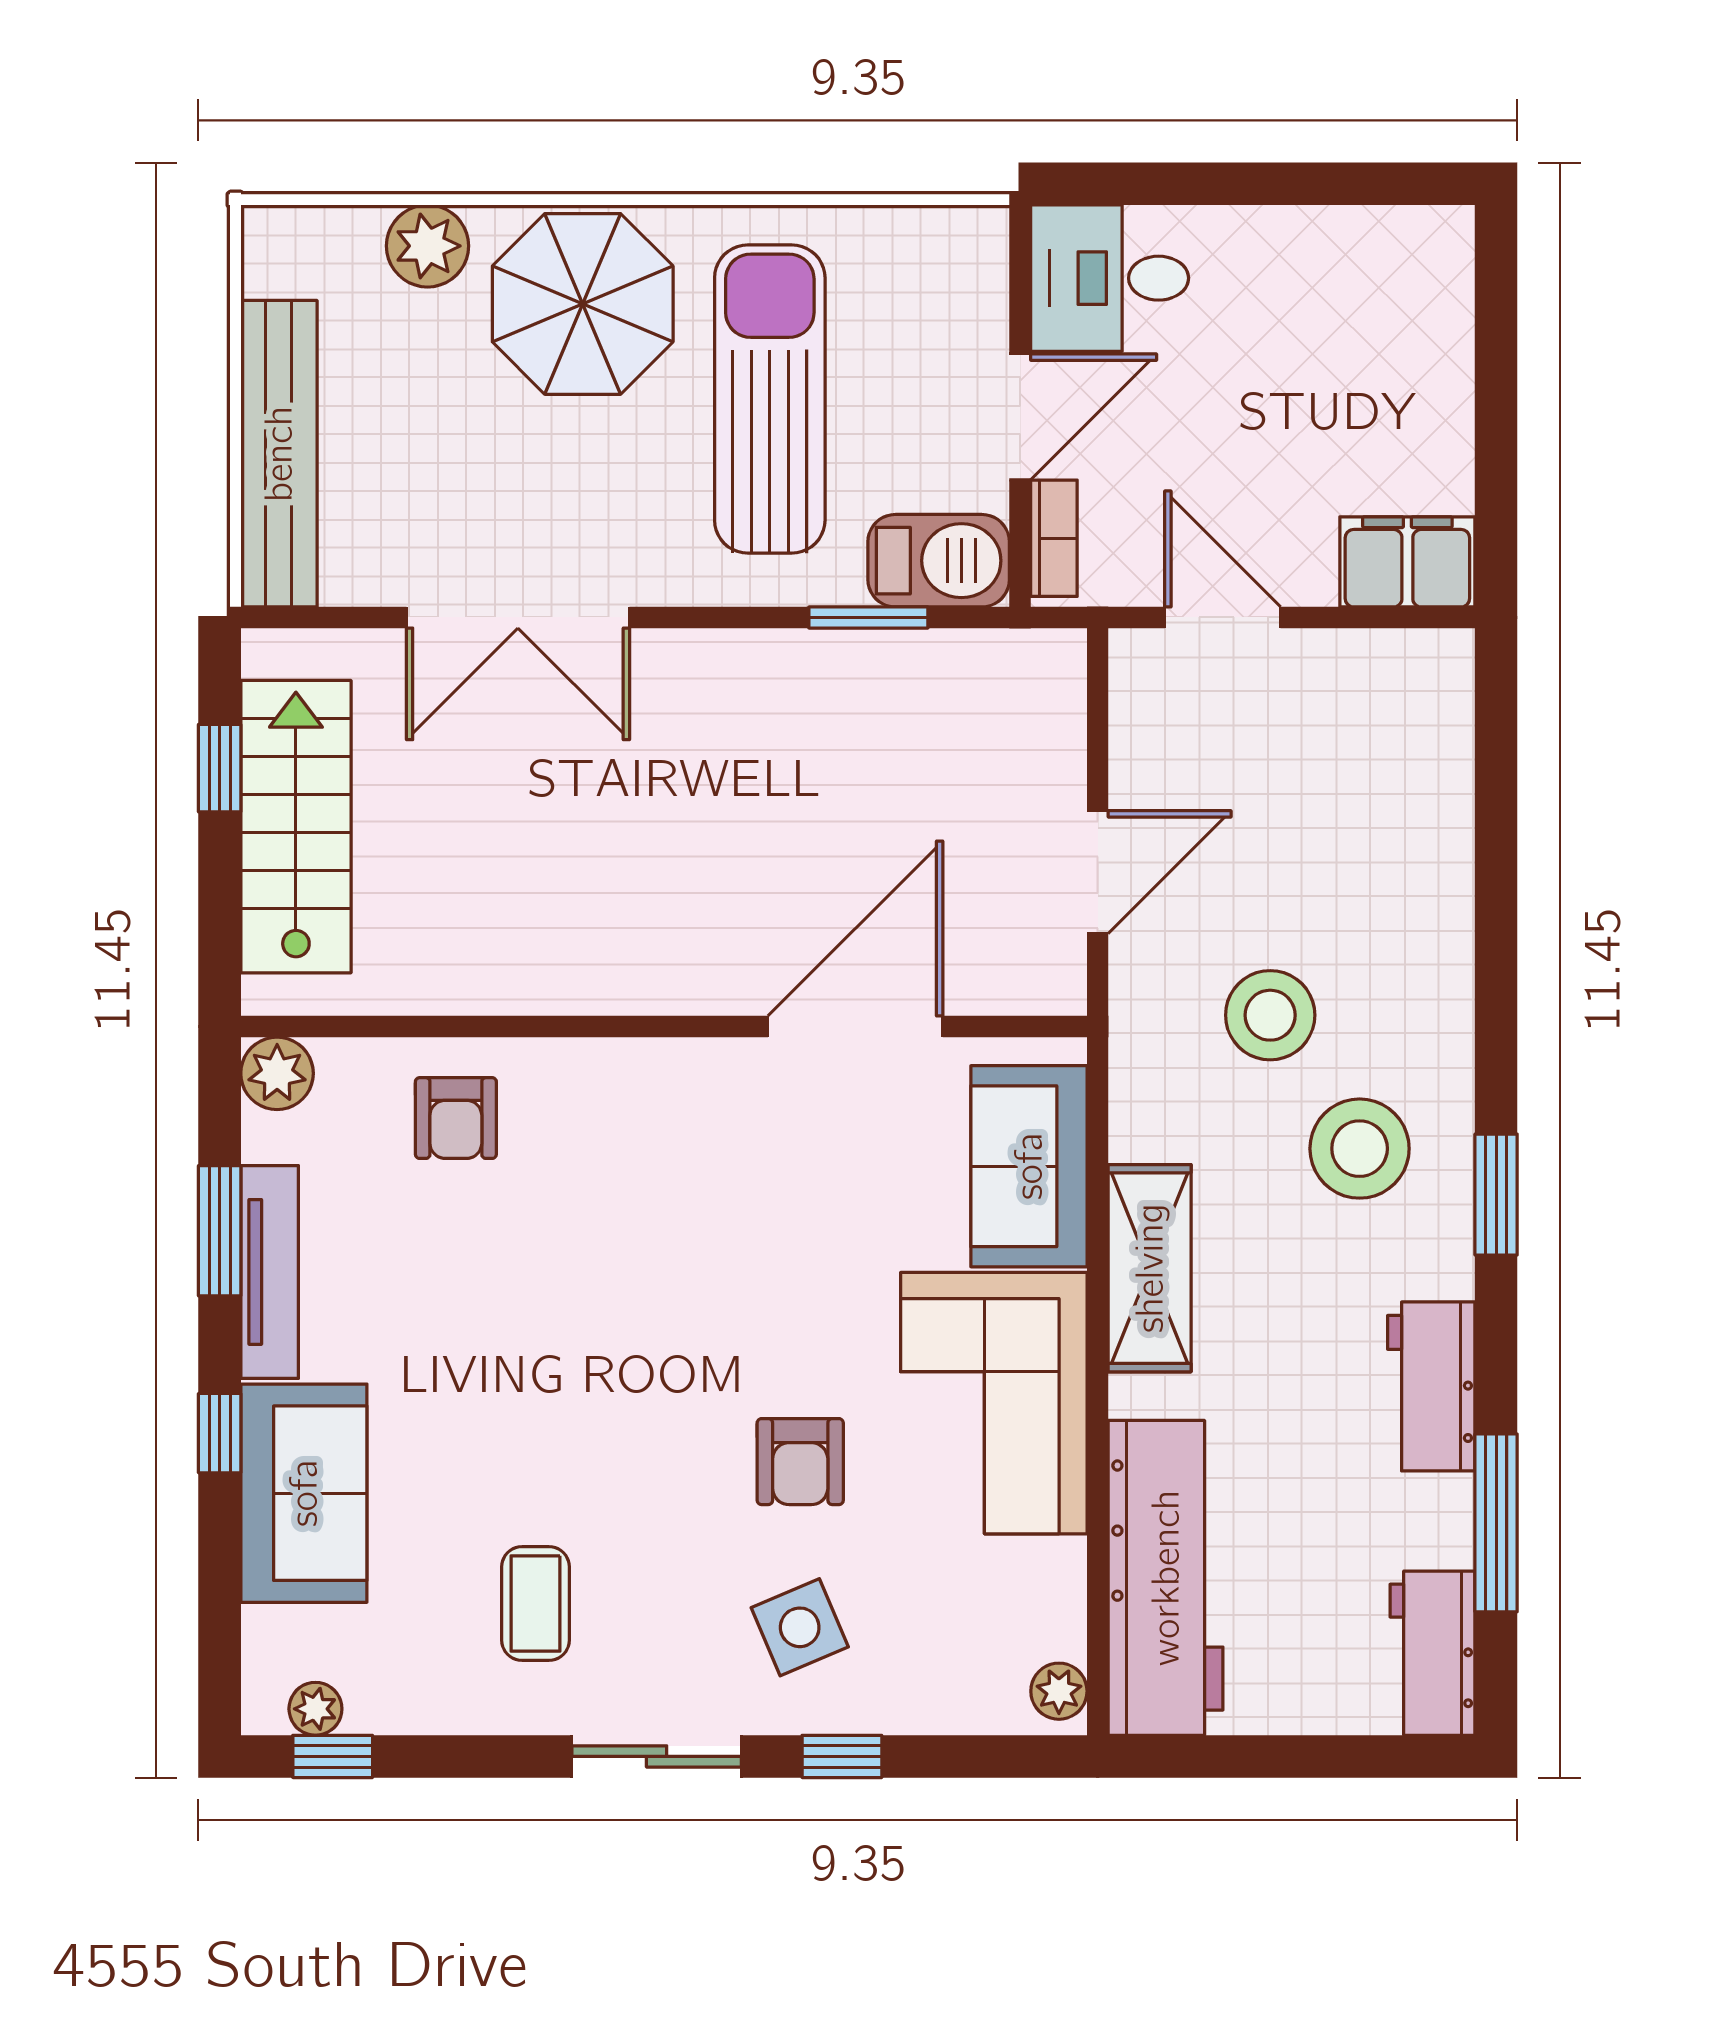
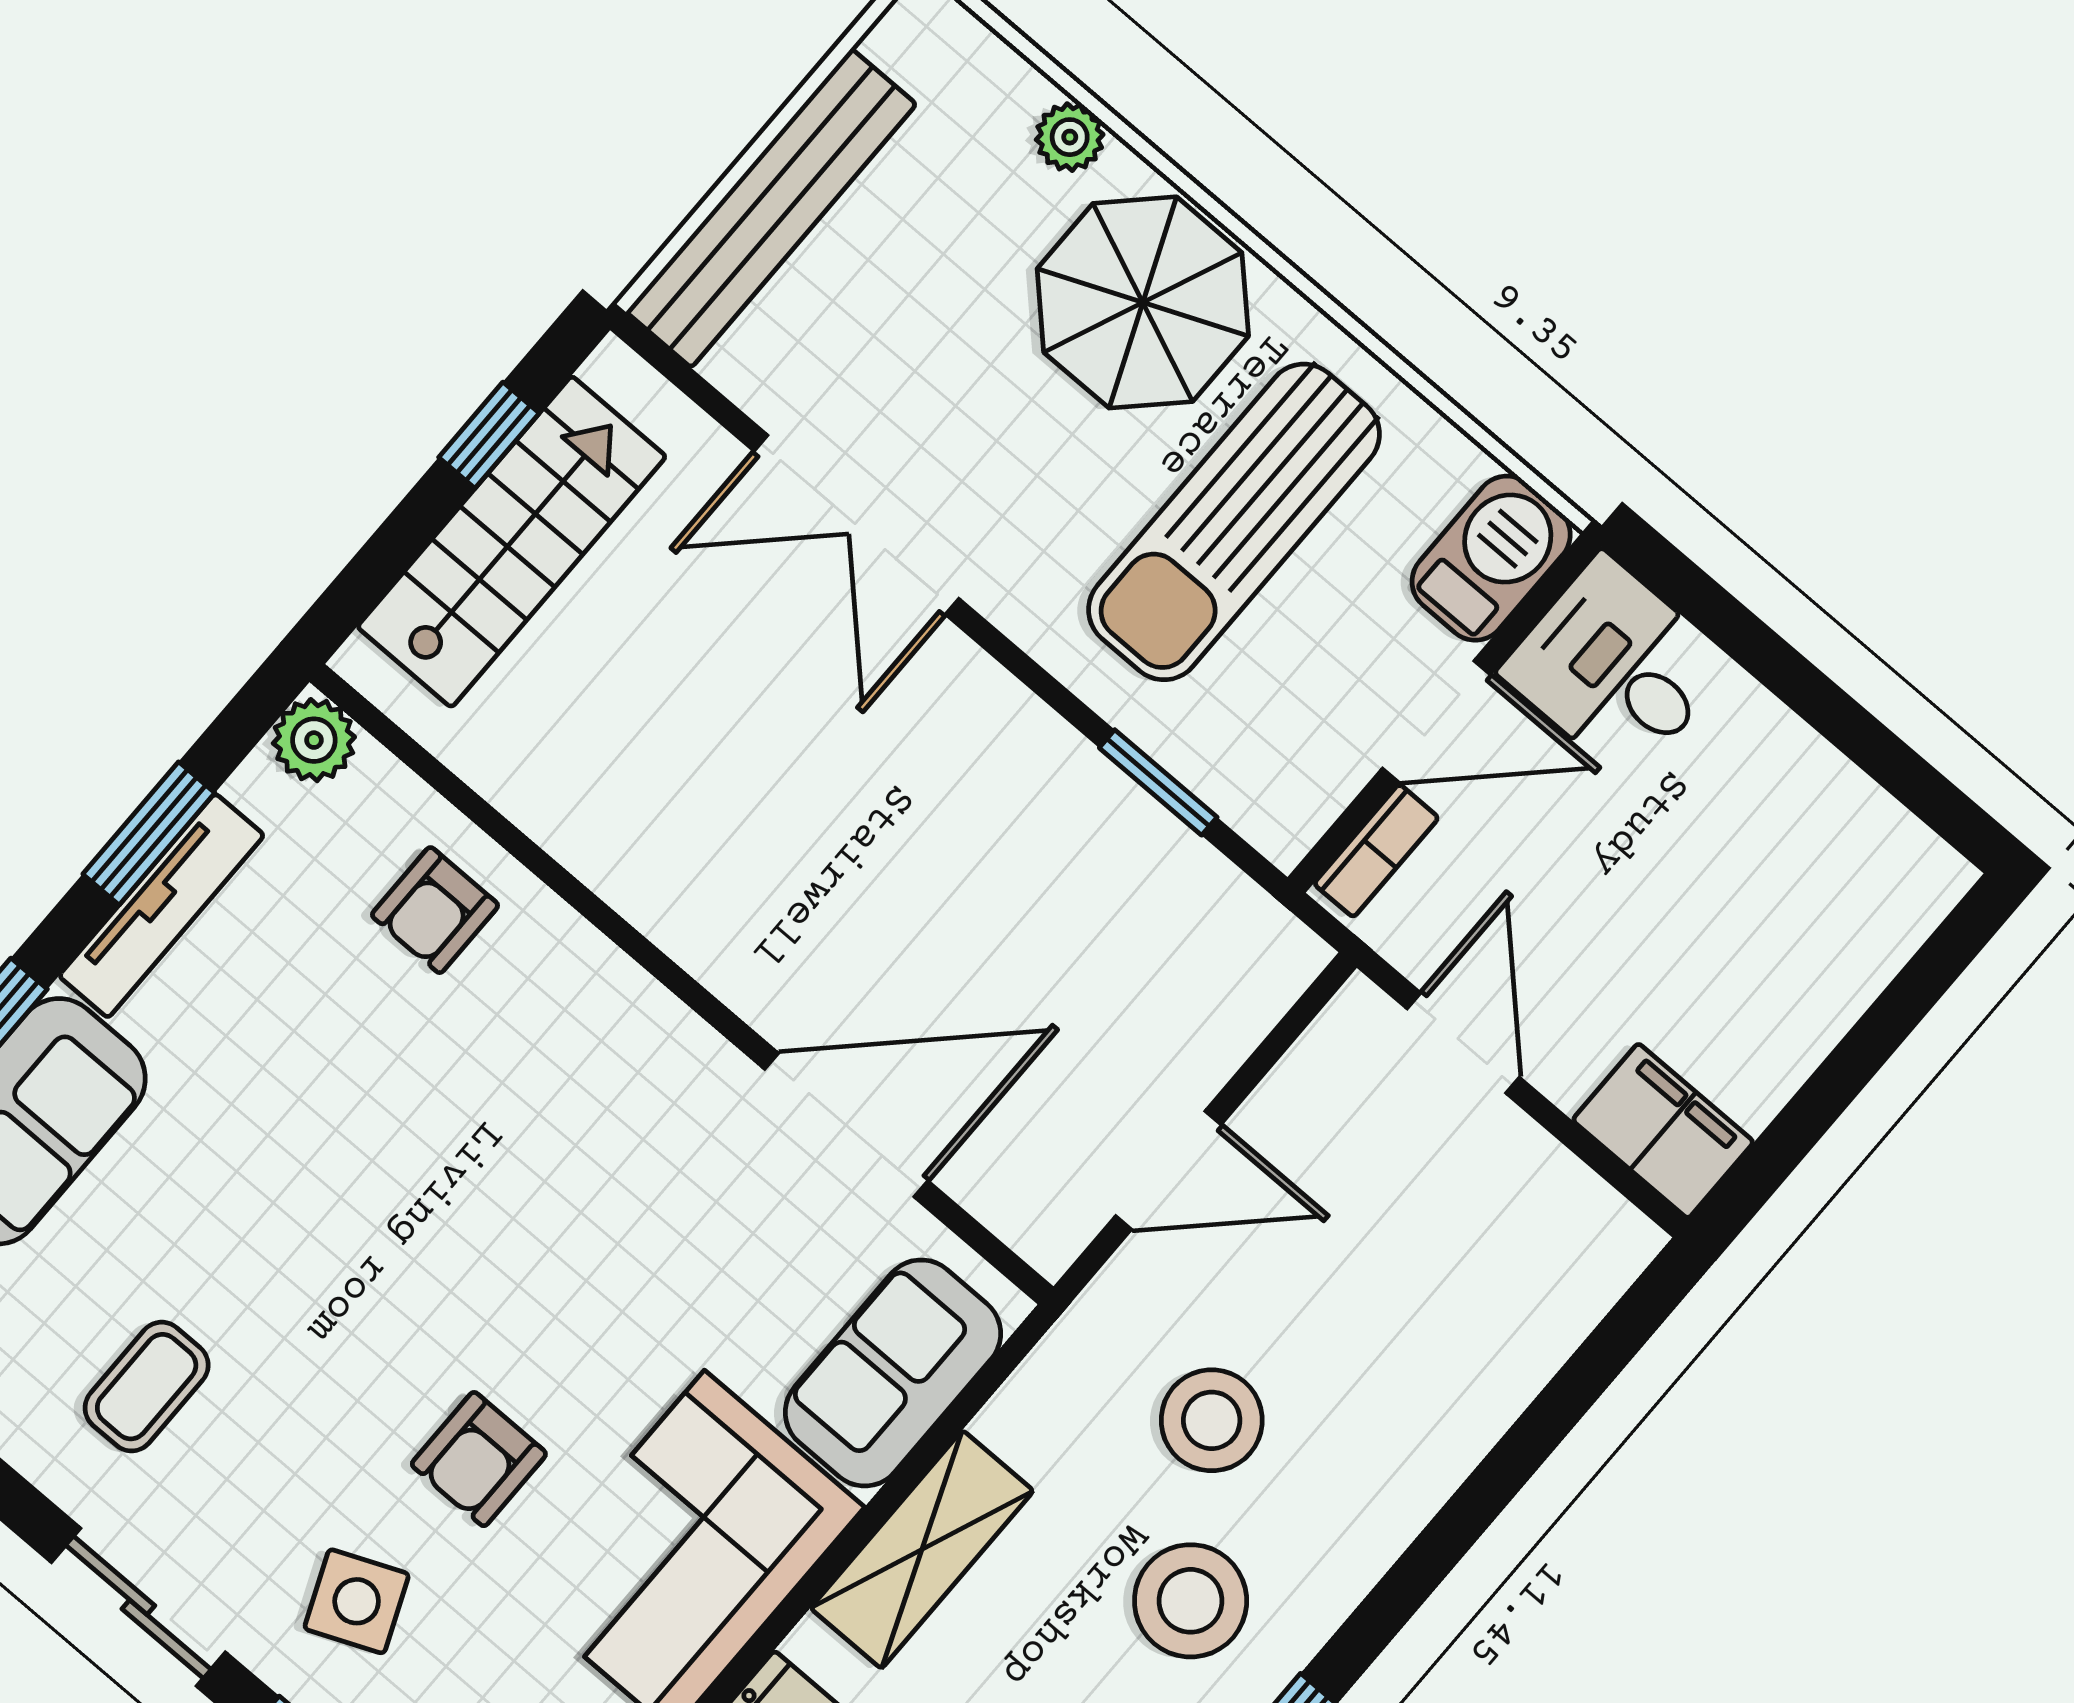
plant: (428, 246) -> (1070, 137), width x0.73, depth x0.73
sun lounger: (770, 399) -> (1234, 522), turned 180
barbecue: (939, 561) -> (1491, 558), moved, turned -90

